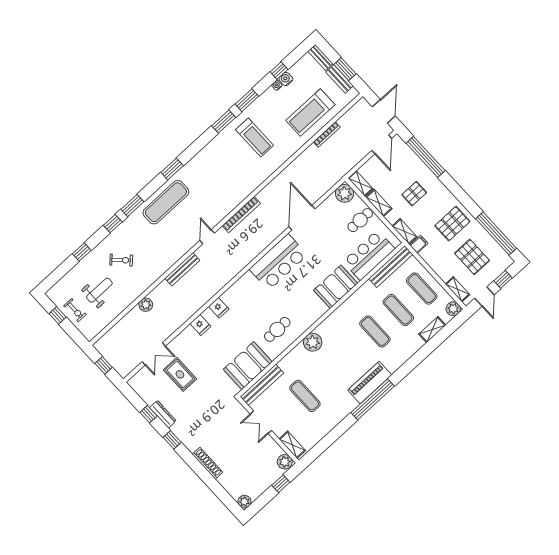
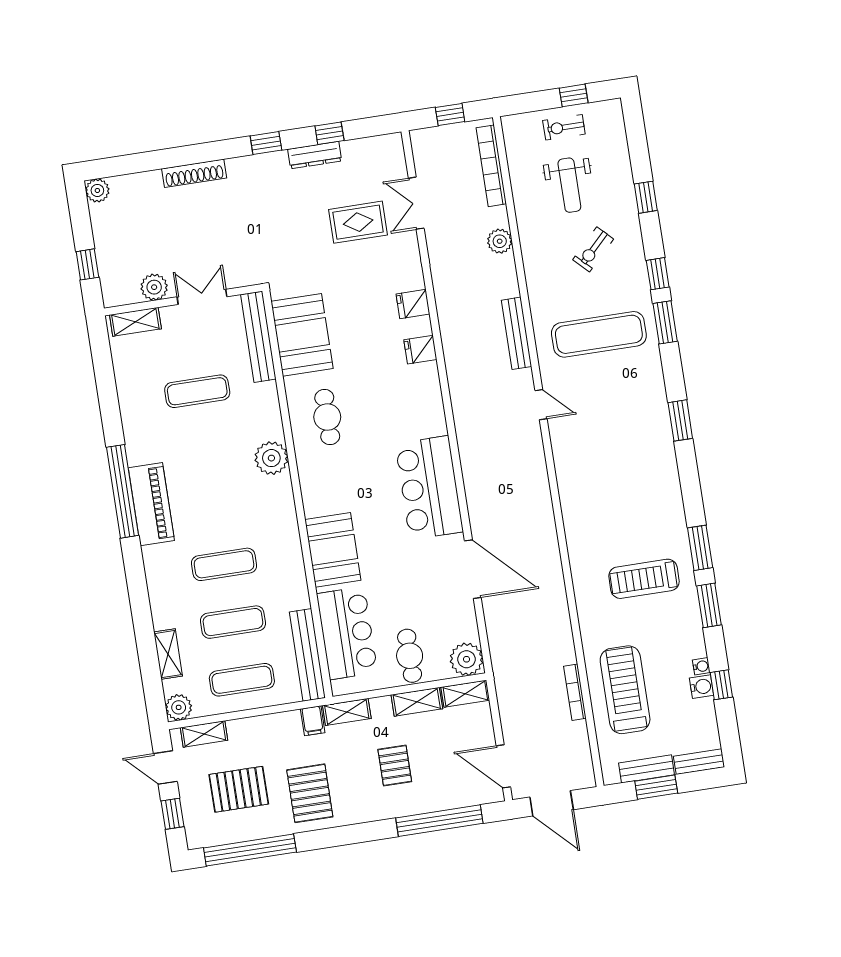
exercise mat: (166, 202) -> (599, 334), moved, turned 90
bookcase: (241, 215) -> (491, 166), moved
plant: (285, 462) -> (154, 287), moved

